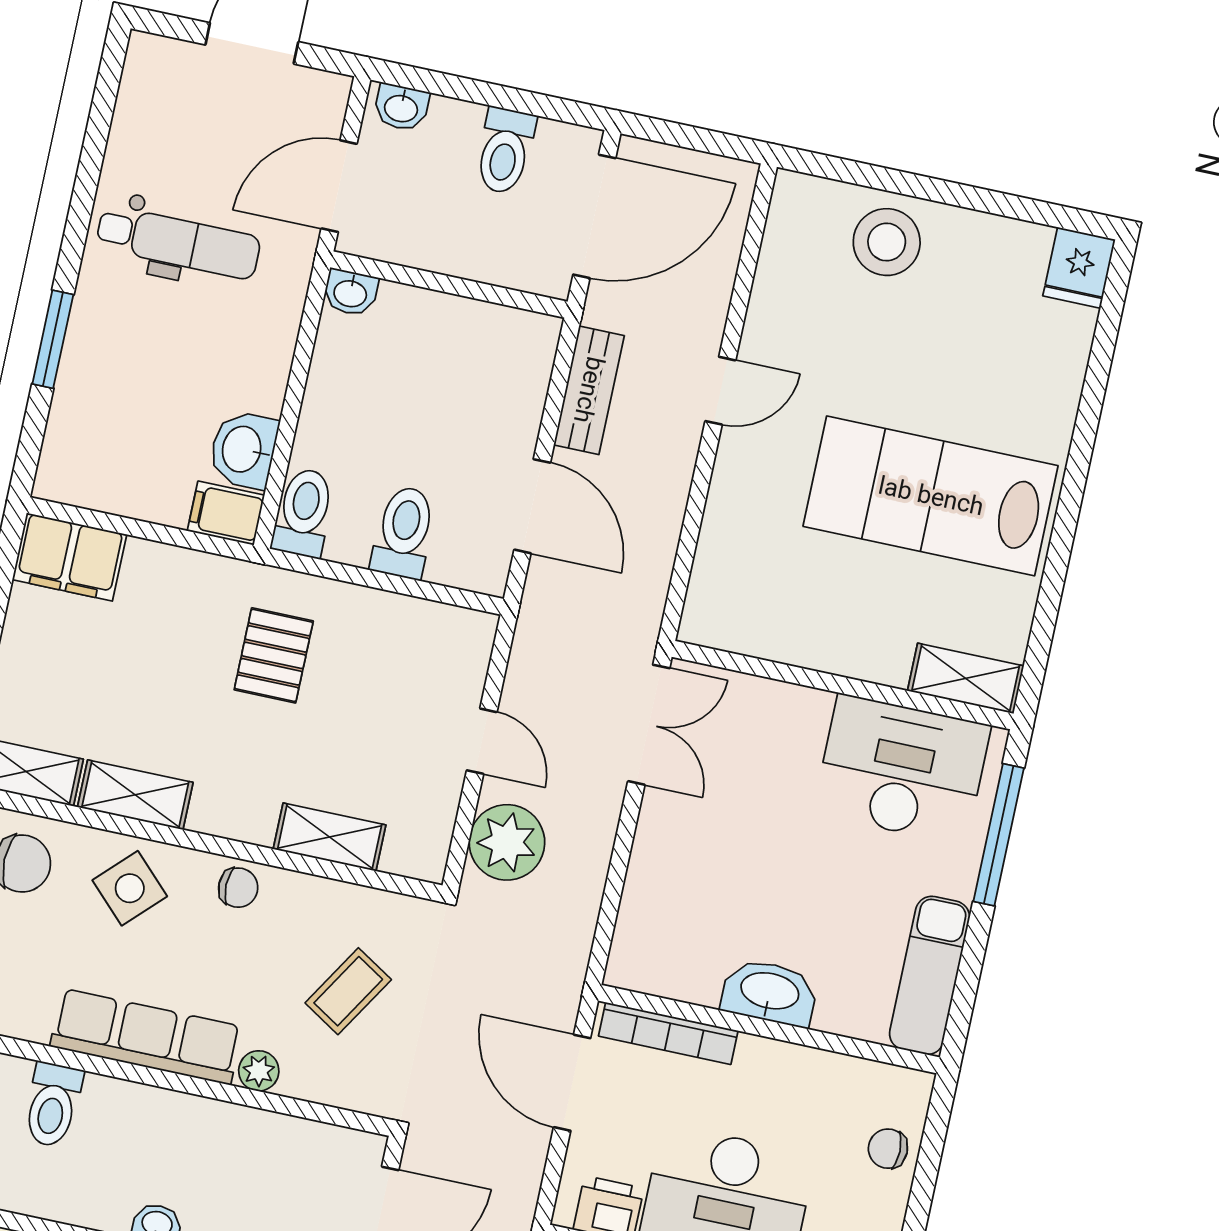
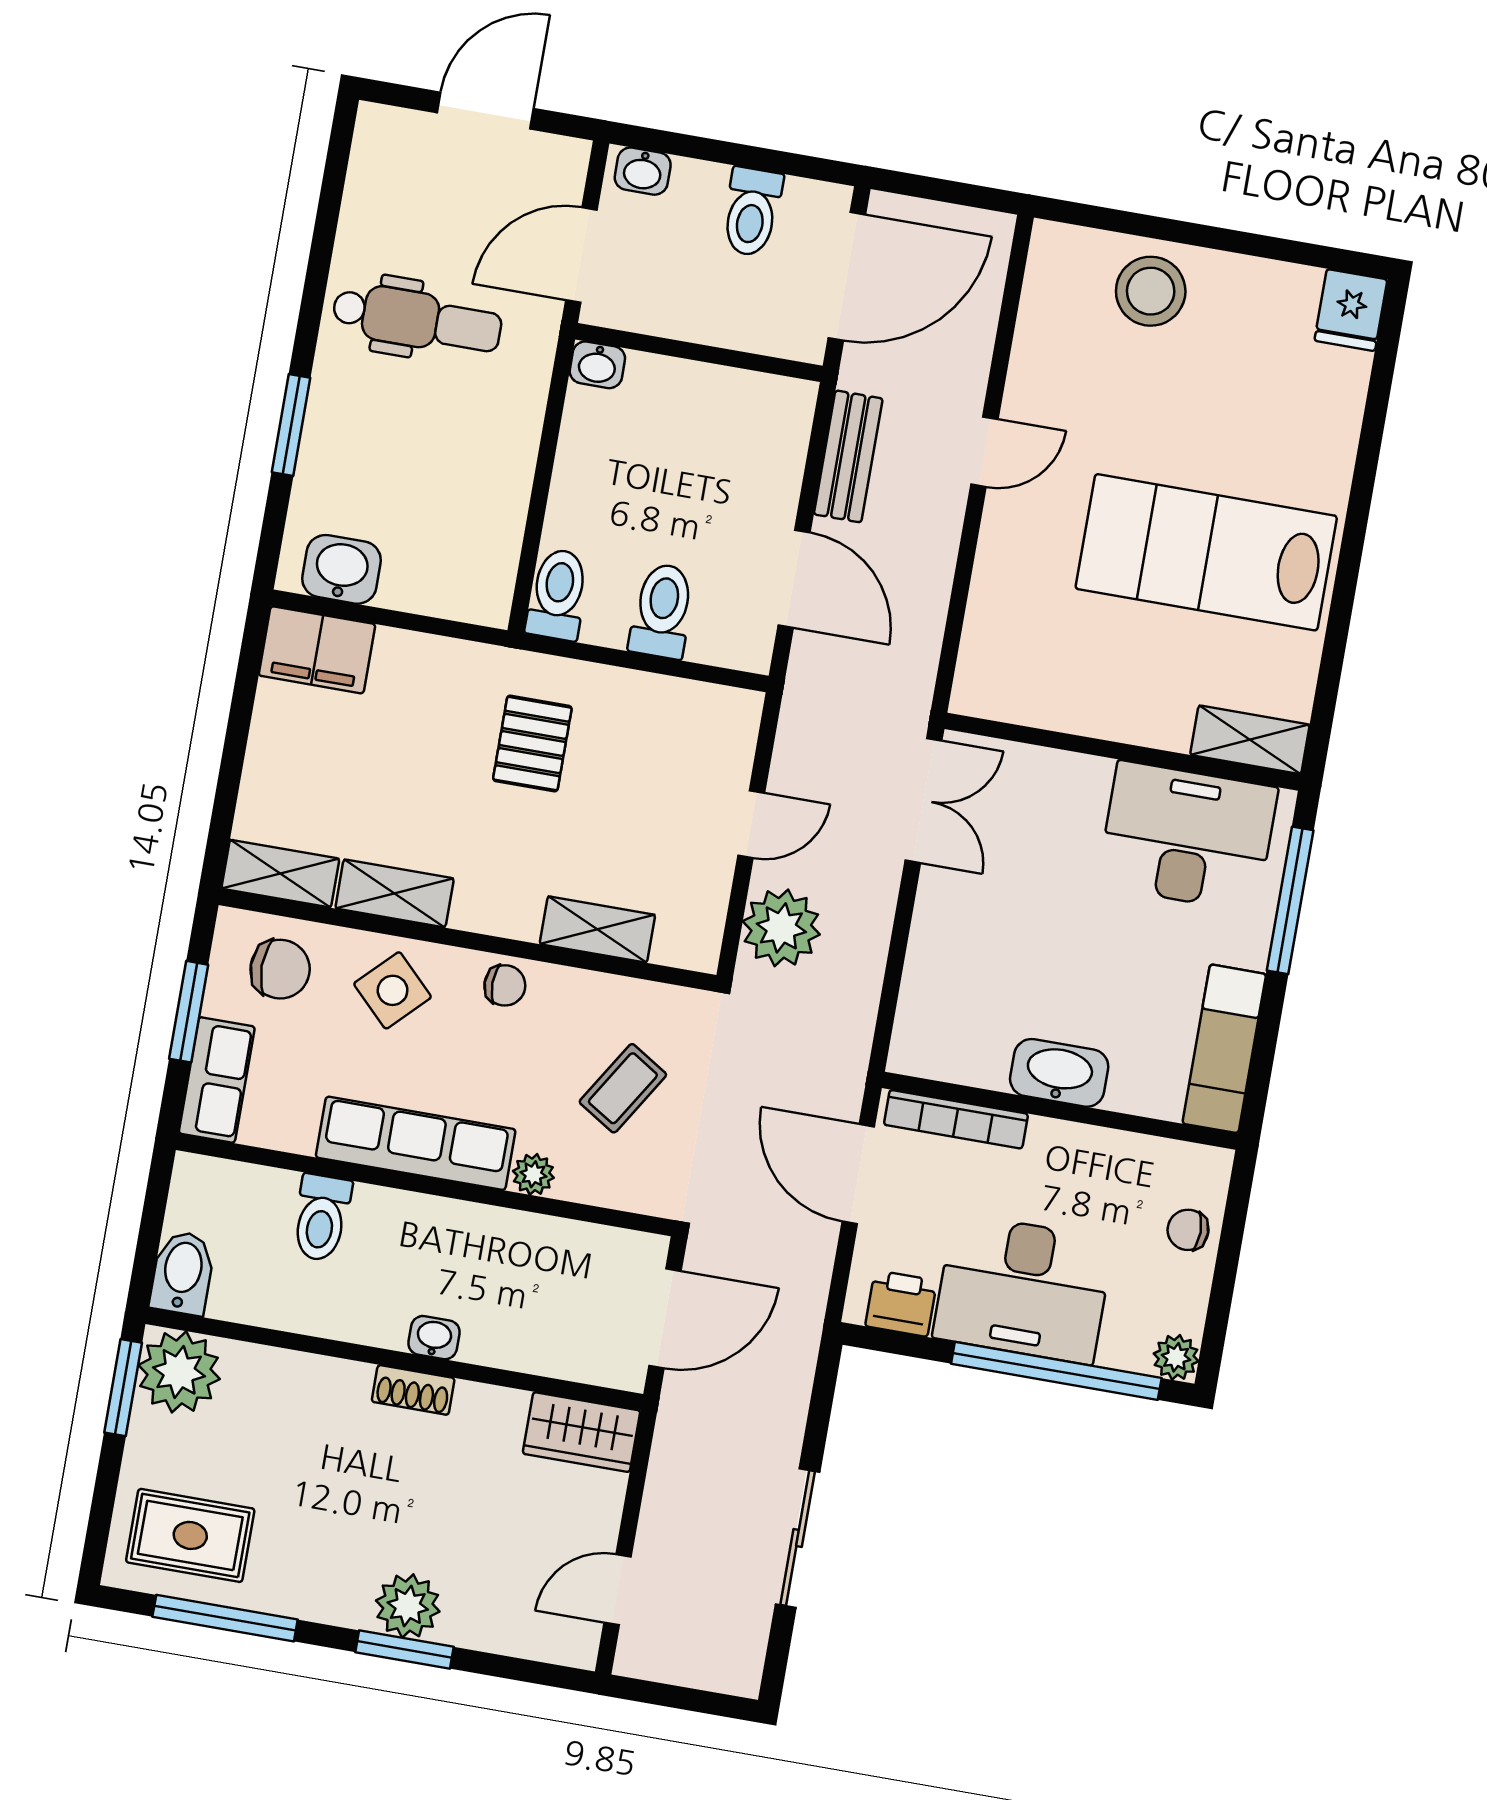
washbasin: (243, 450) -> (341, 569), moved, turned 90
filing cabinet: (226, 513) -> (477, 598), removed
door: (482, 741) -> (751, 824), hinge flipped

